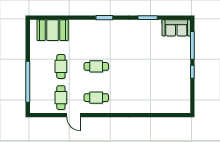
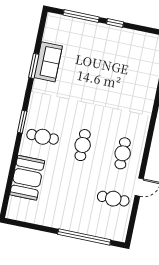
sofa: (176, 28) -> (48, 62), moved
booth: (53, 30) -> (27, 178), moved
cafe table: (61, 66) -> (43, 137), moved

